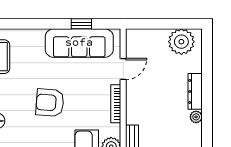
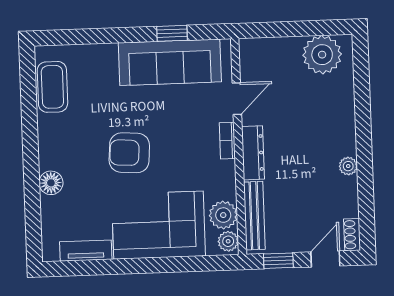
dresser: (195, 91) -> (253, 153), moved, turned 180
bookcase: (116, 104) -> (227, 141), width x0.64

